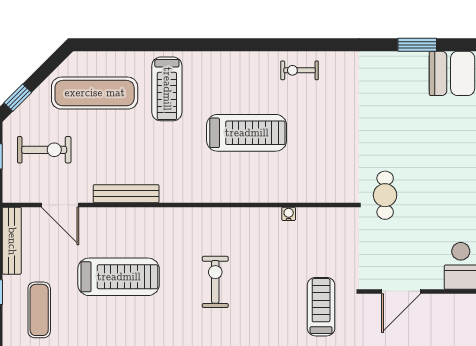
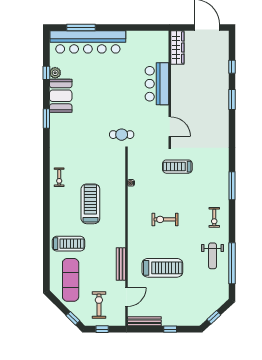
treadmill: (119, 277) -> (162, 268), turned 90
exercise mat: (39, 310) -> (179, 308), removed

